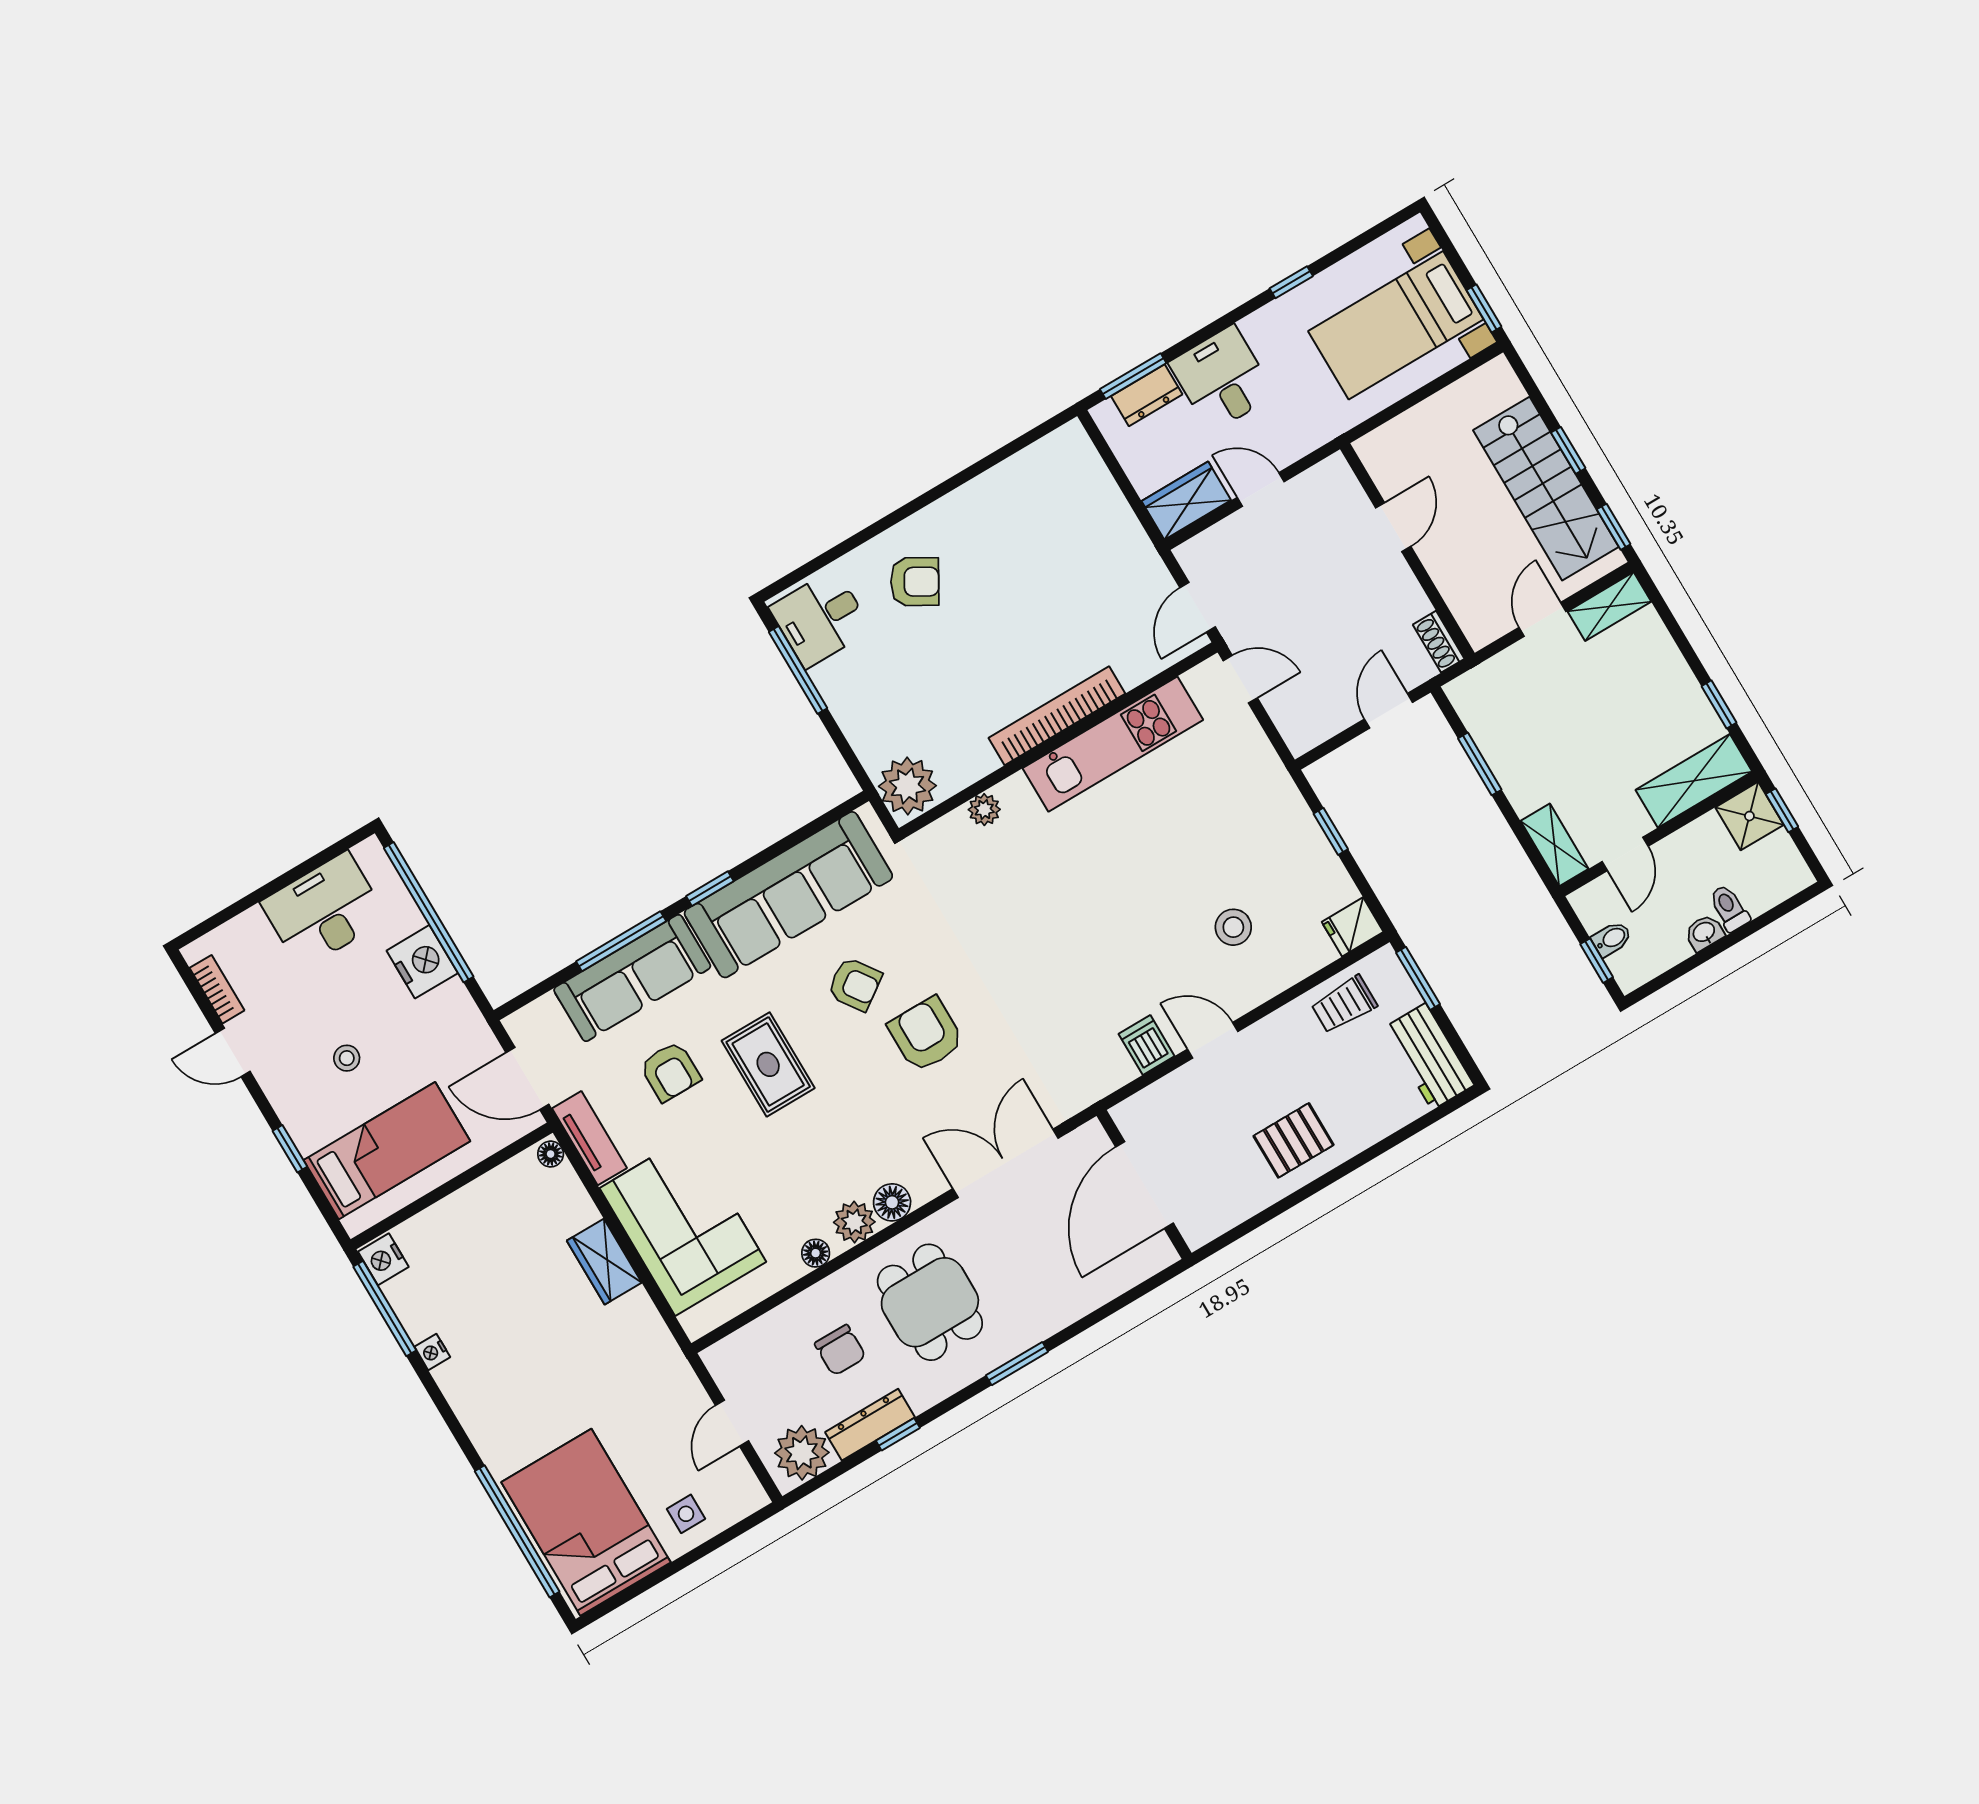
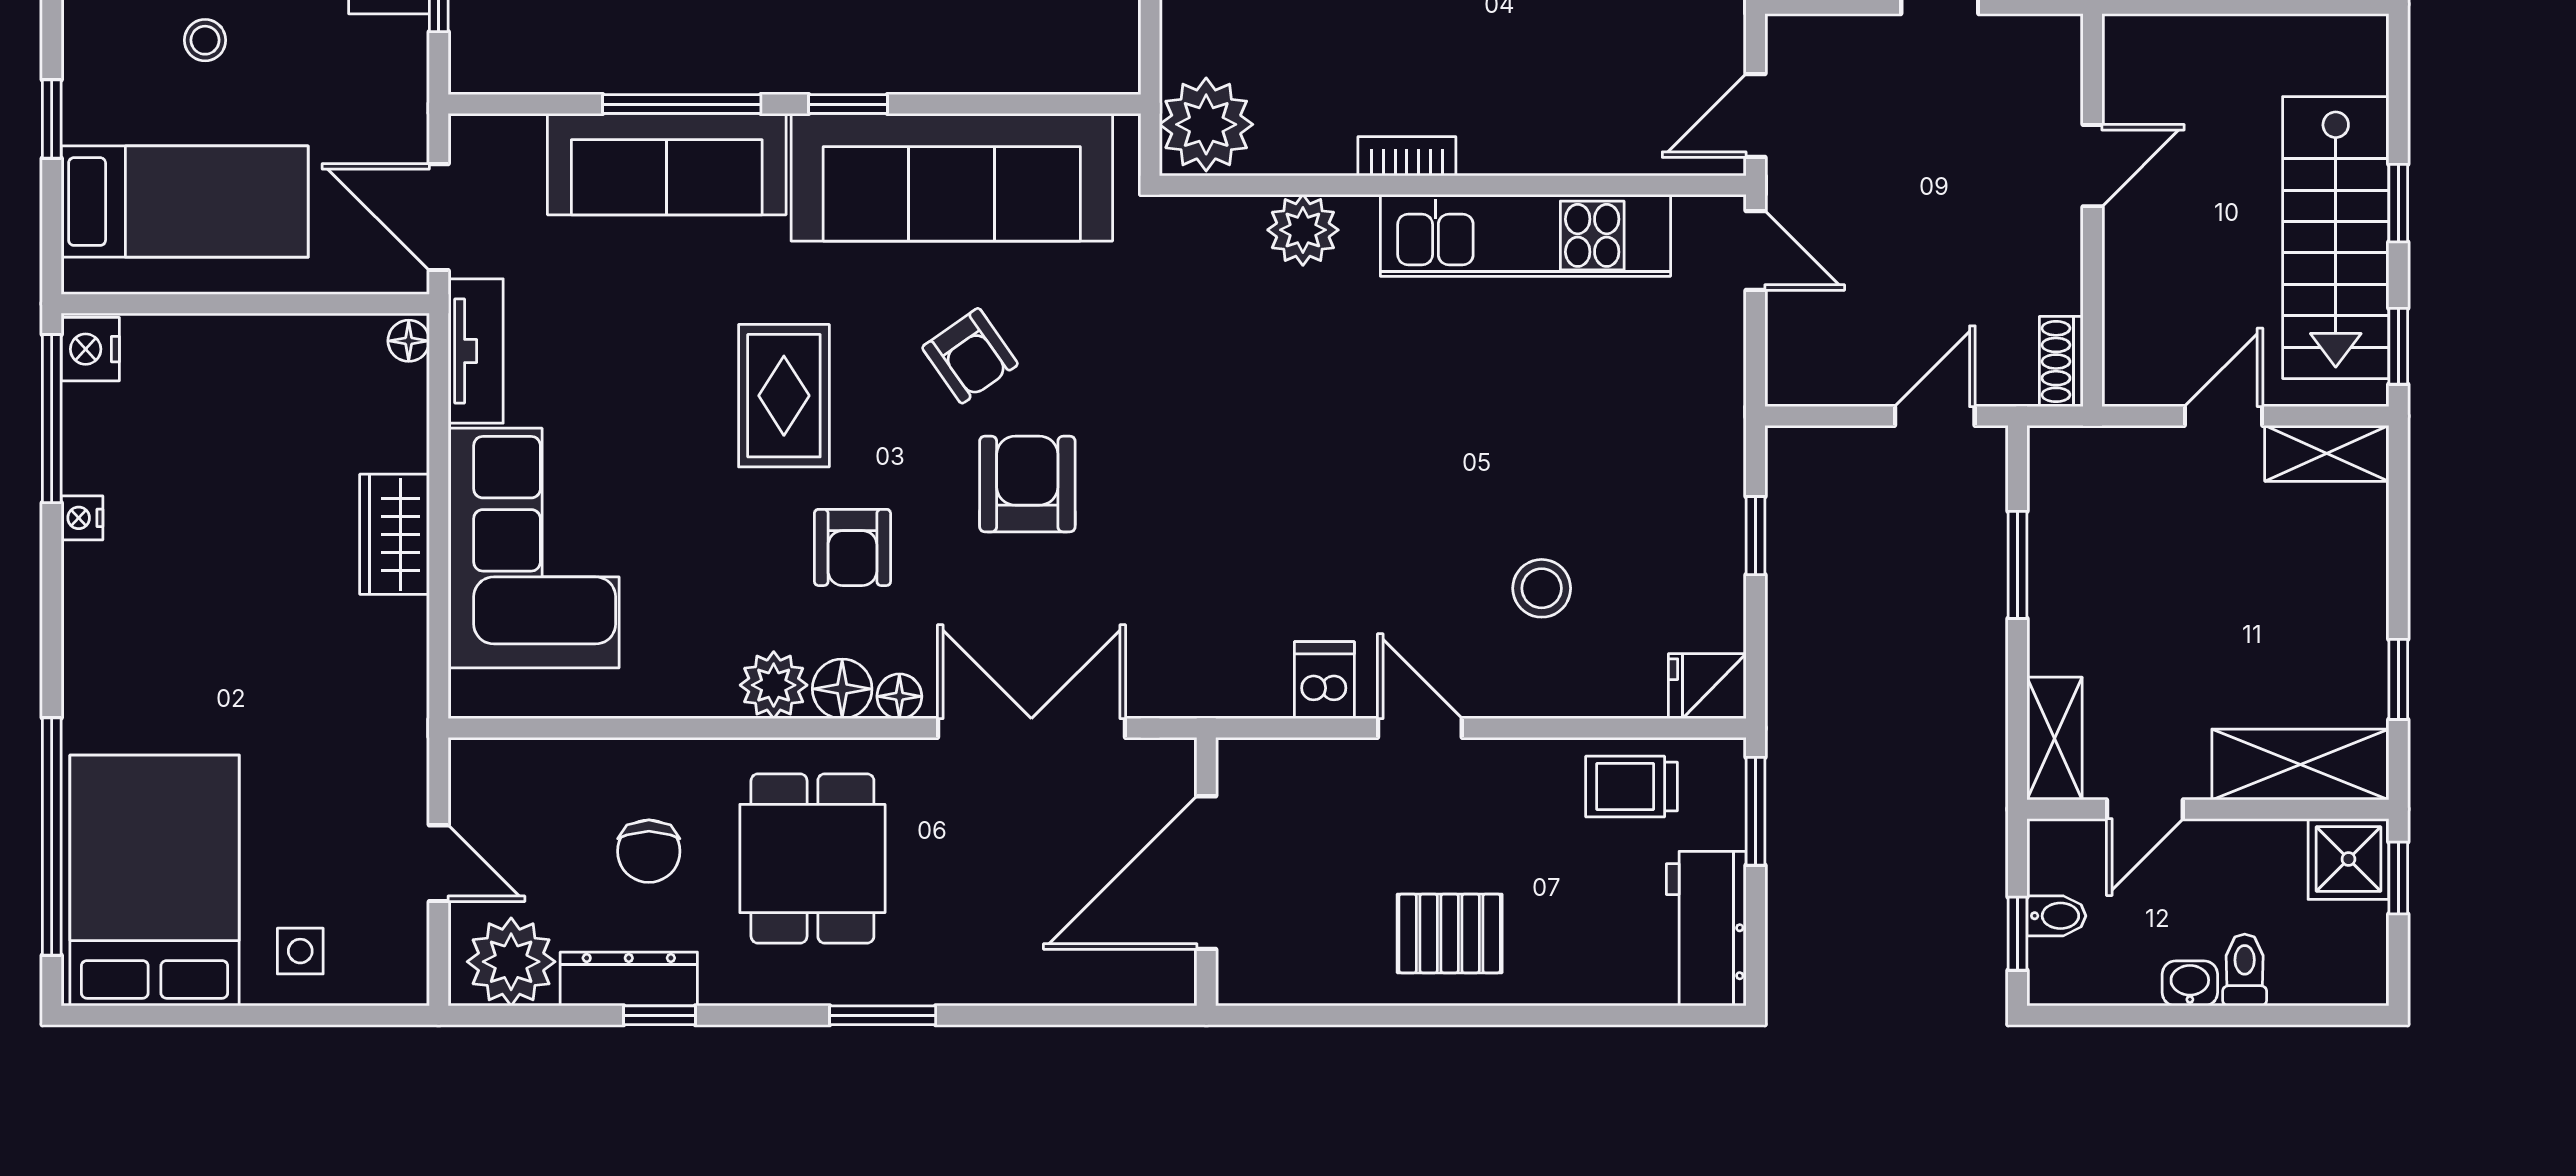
bookcase: (1057, 716) -> (1407, 156), width x0.43, depth x0.76
plant: (984, 810) -> (1303, 230), width x1.38, depth x1.38
armchair: (670, 1071) -> (852, 547), moved
floor lamp: (816, 1253) -> (899, 696), moved
door: (732, 1423) -> (439, 863), swing flipped

